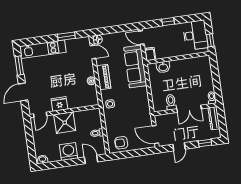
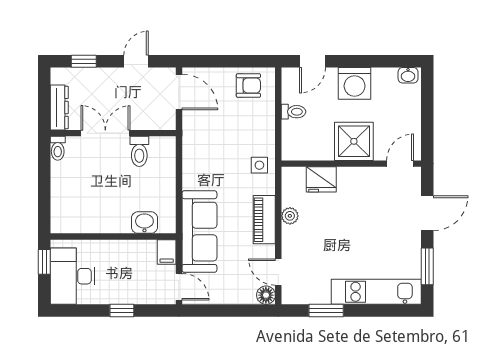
fridge: (59, 104) -> (321, 179), moved
door: (91, 159) -> (313, 61), hinge flipped

